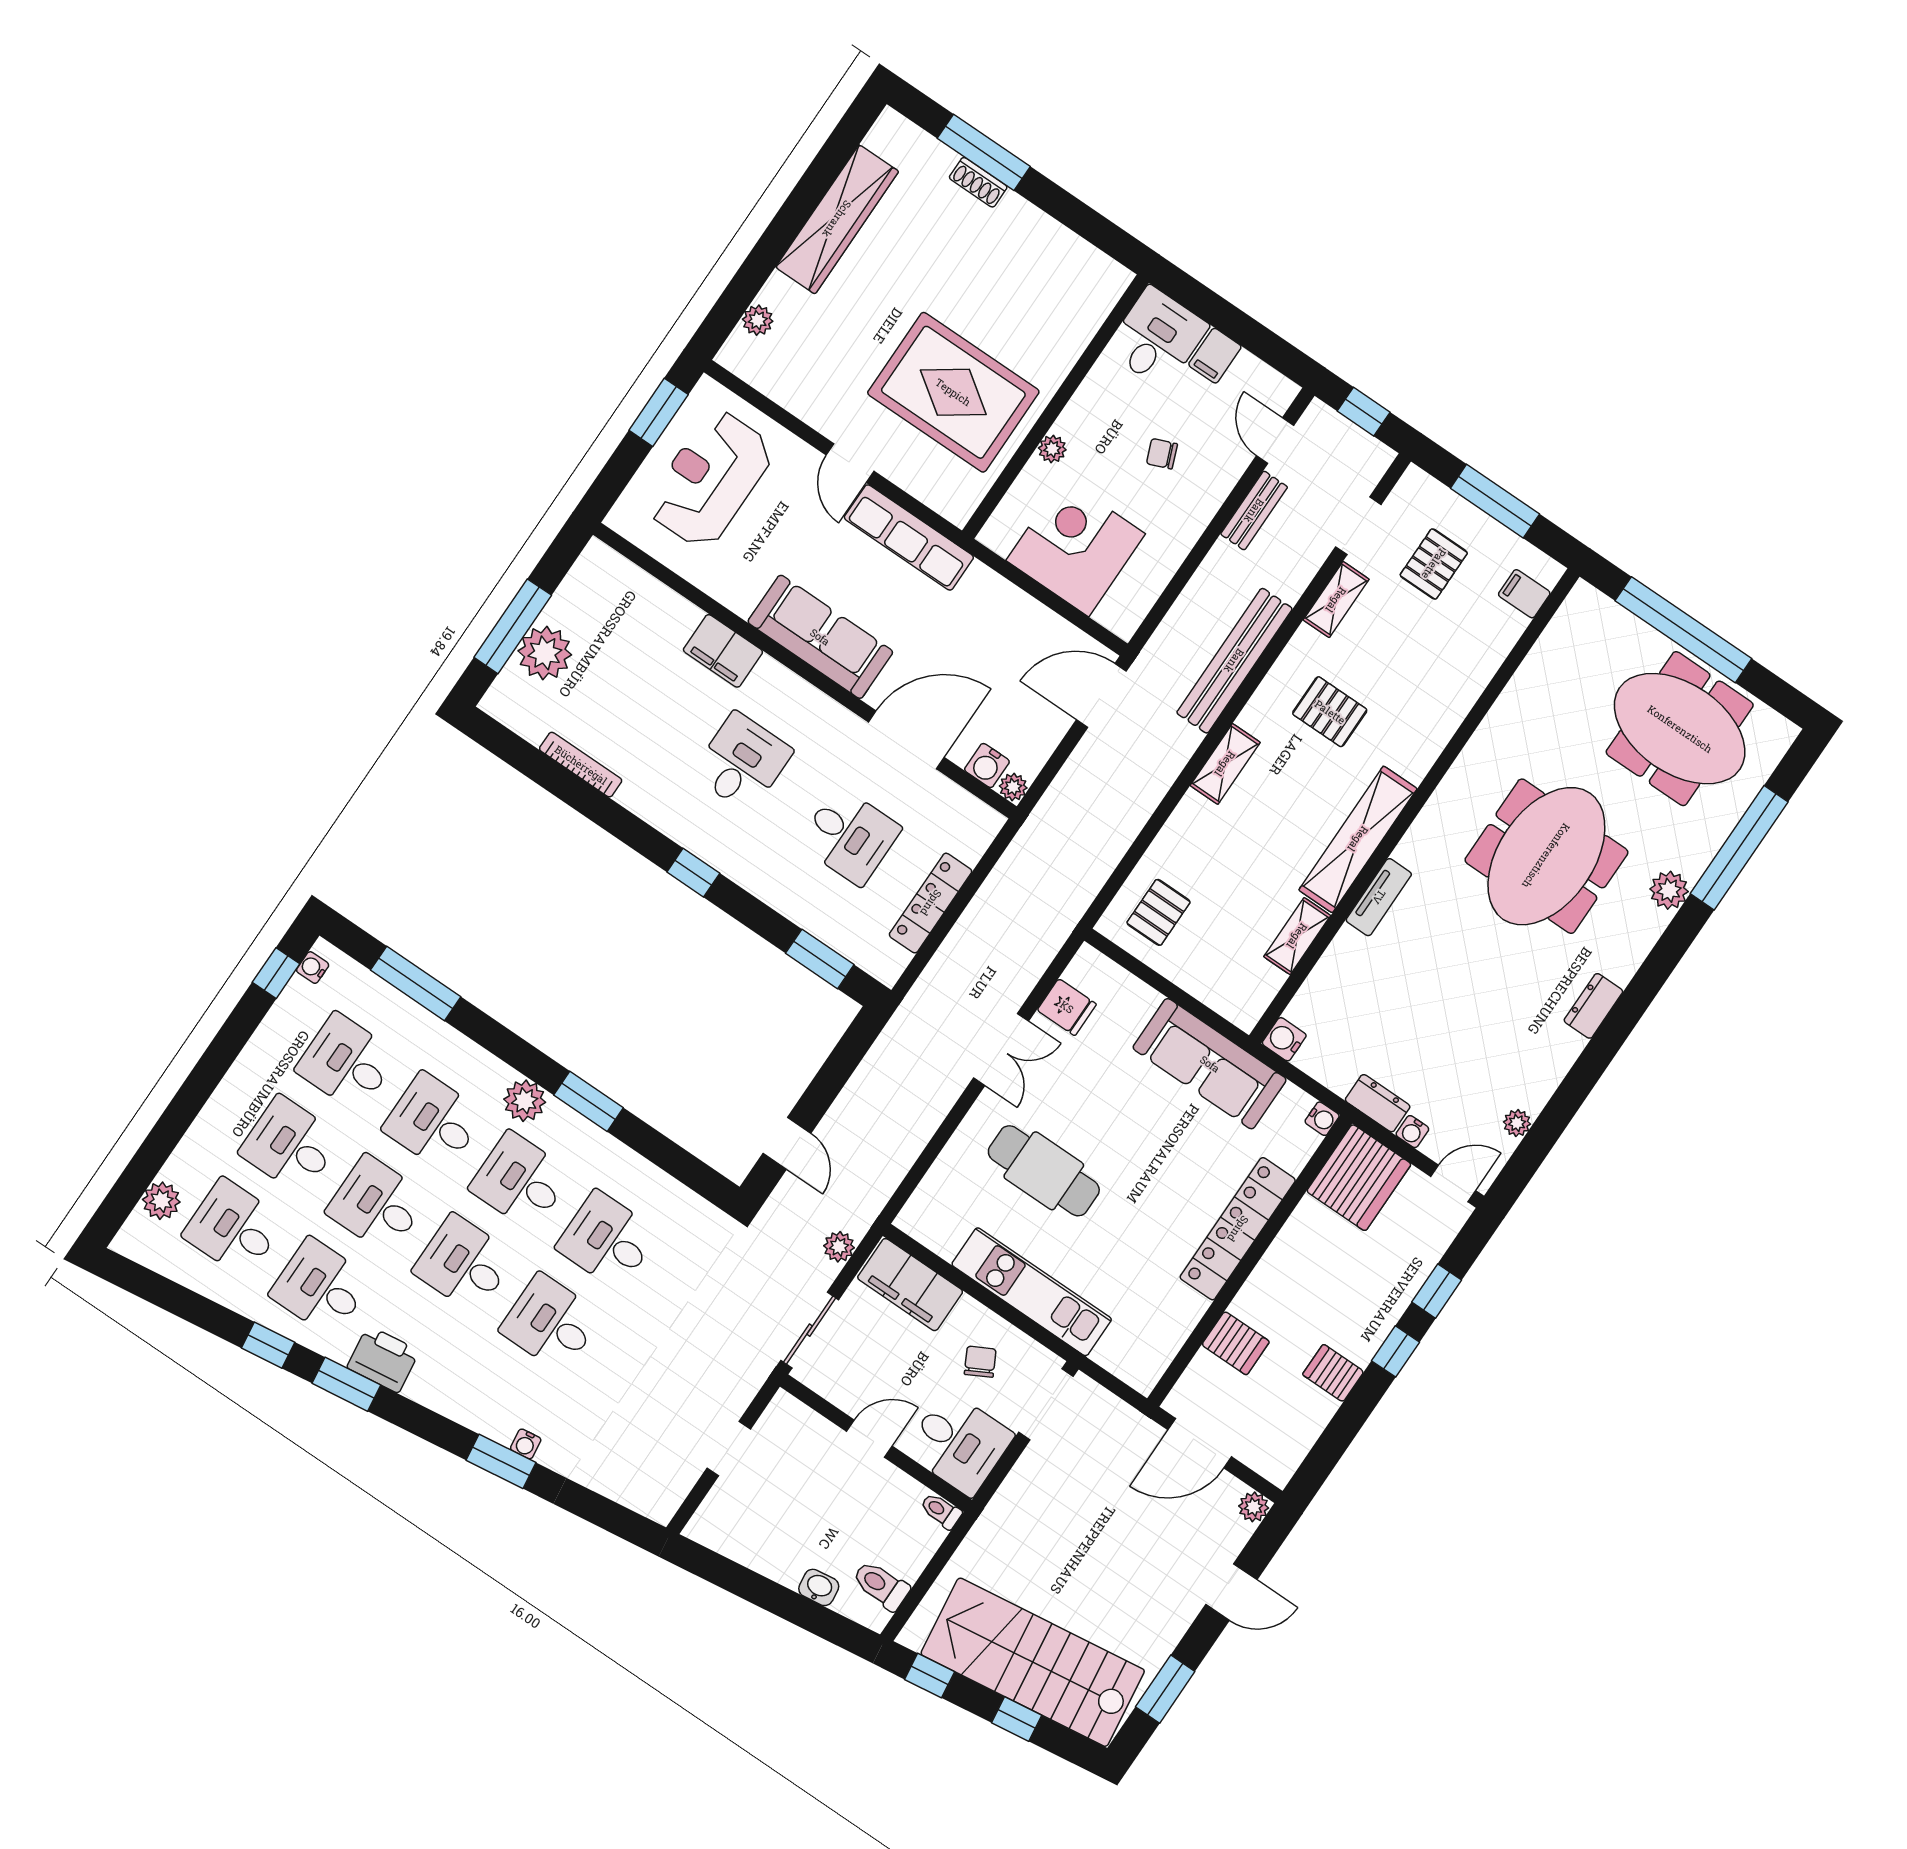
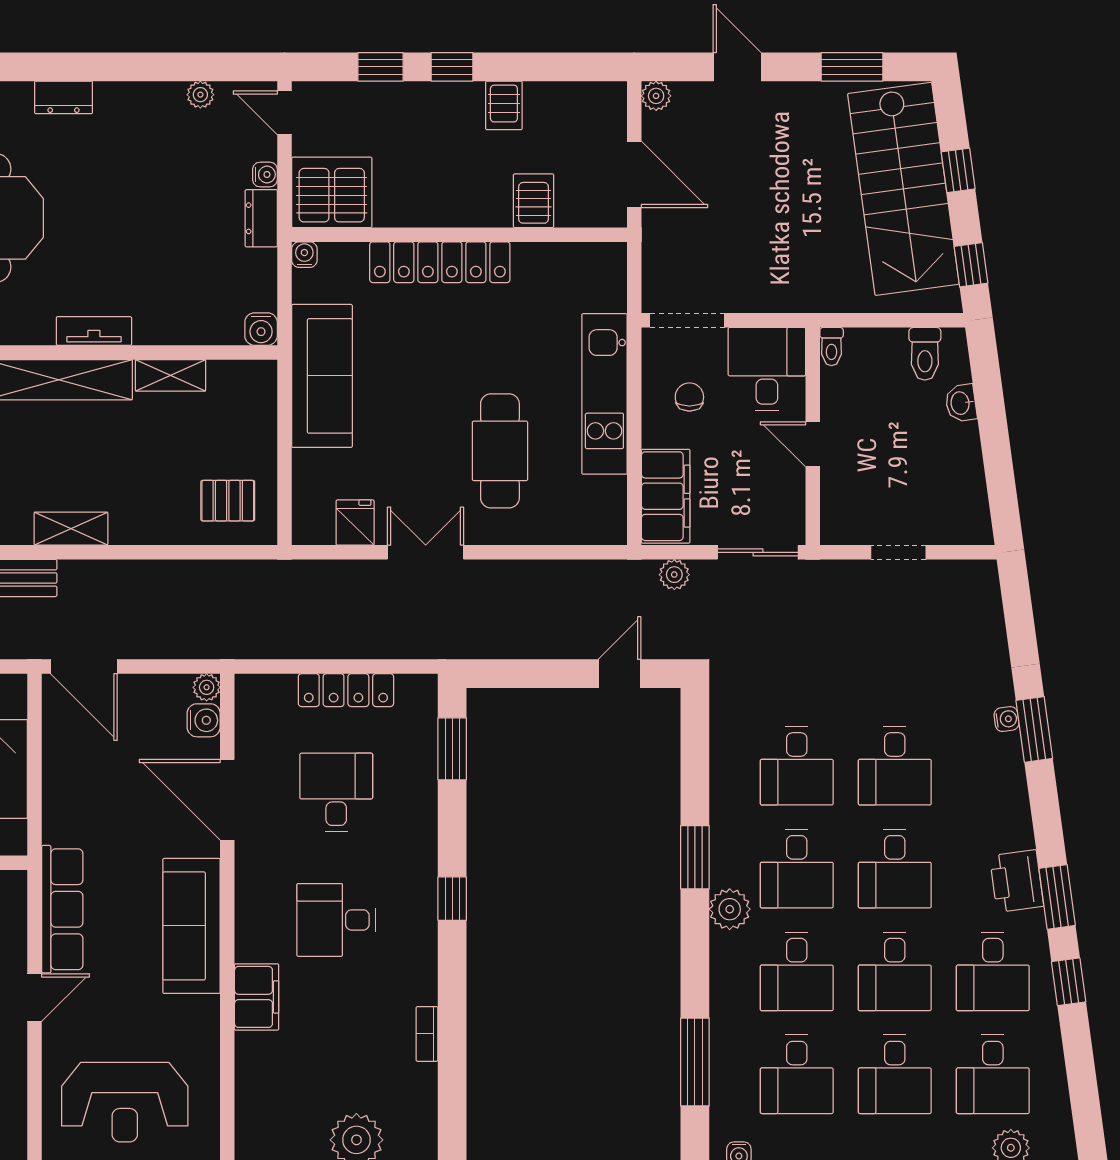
bookcase: (581, 765) -> (427, 1034), width x0.64
chair: (980, 1362) -> (689, 397), turned 118

